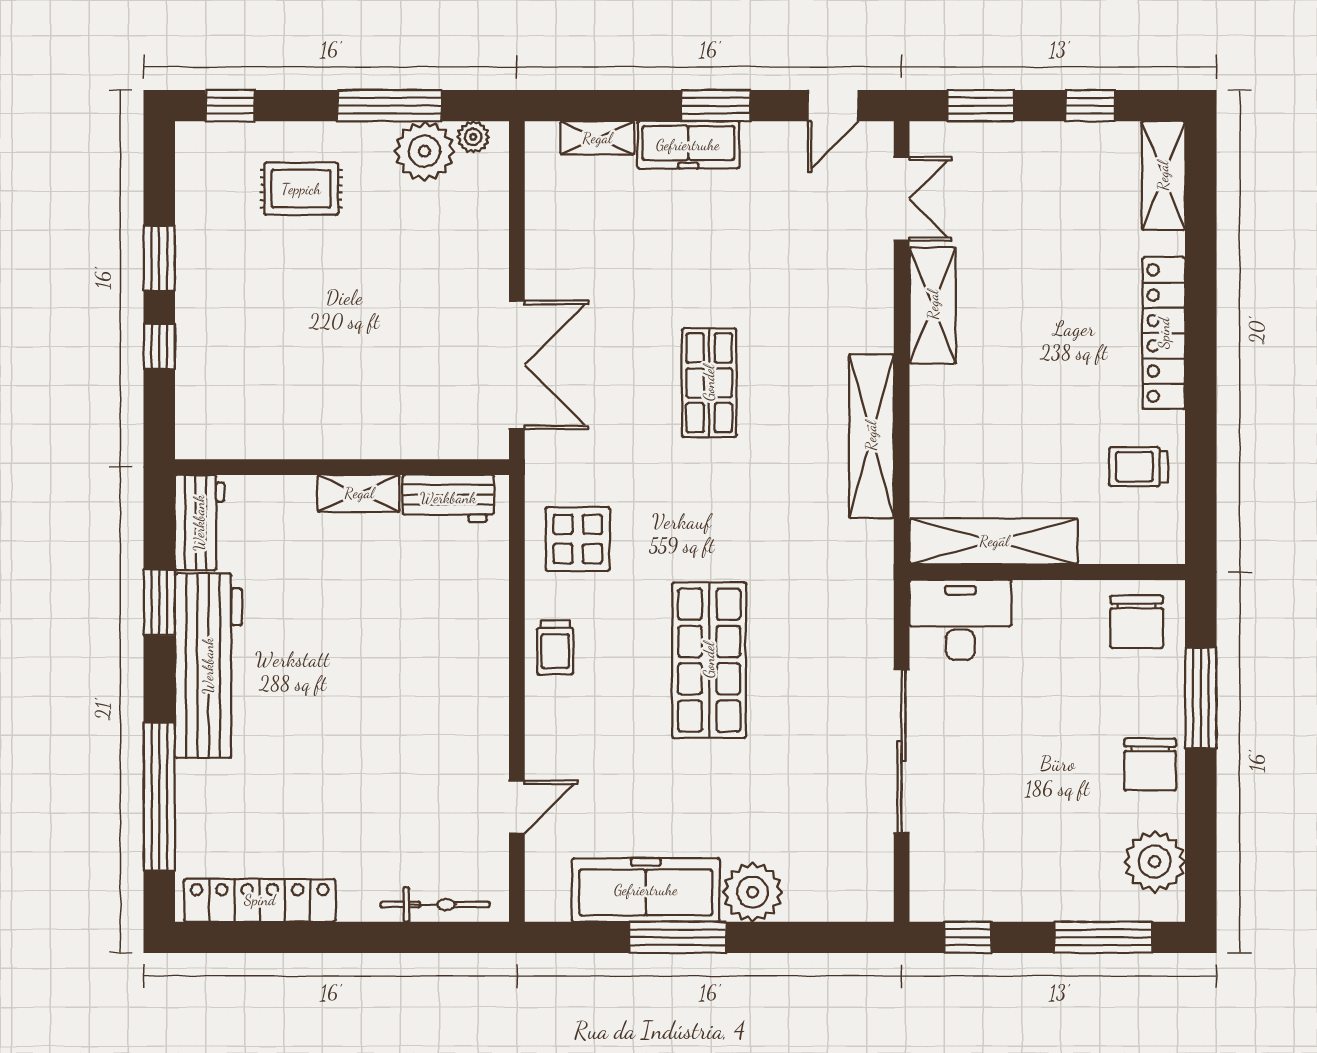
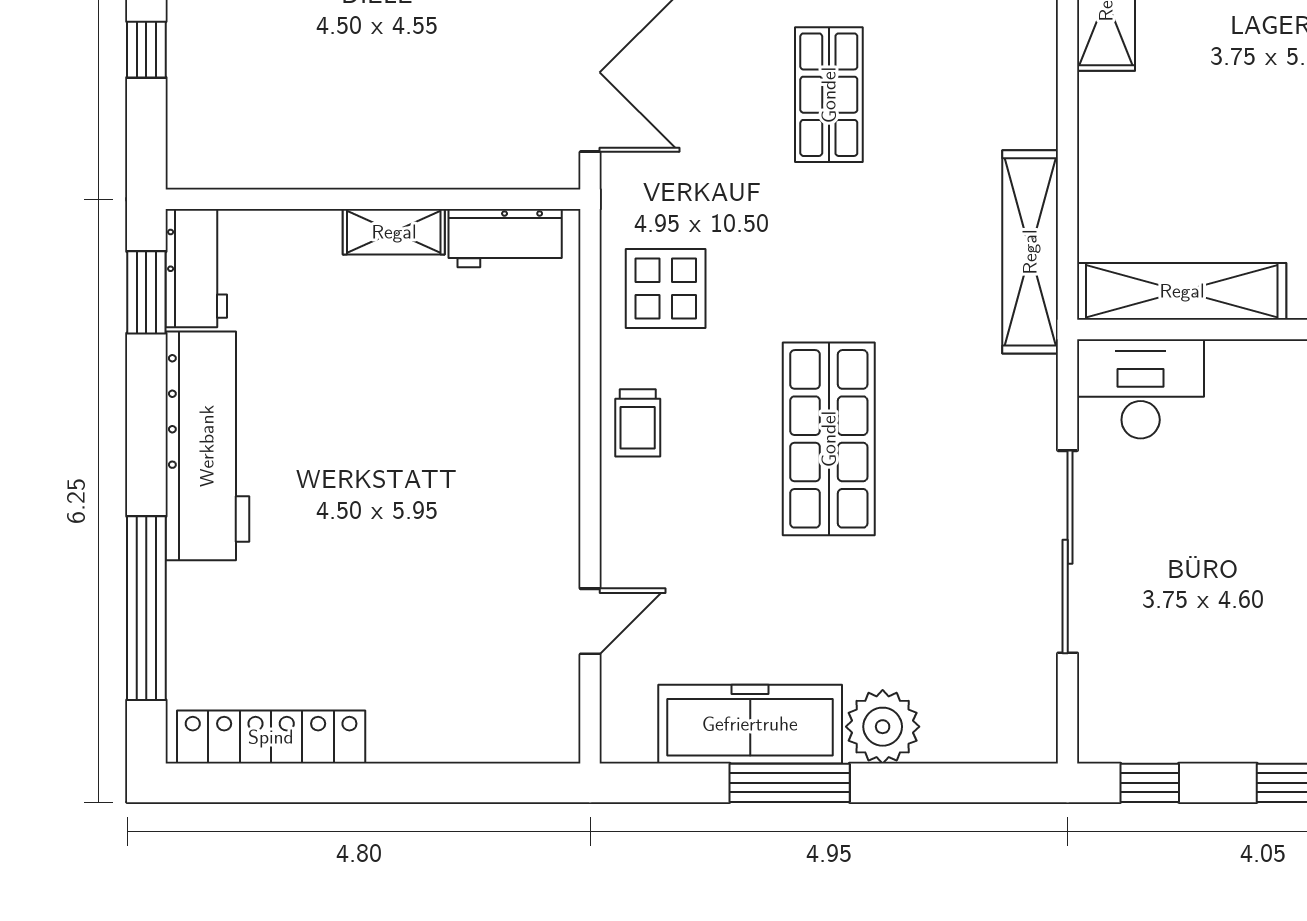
shelving: (871, 436) -> (1030, 252), moved
window: (159, 602) -> (146, 292), moved
bicycle: (435, 905) -> (489, 742), removed

